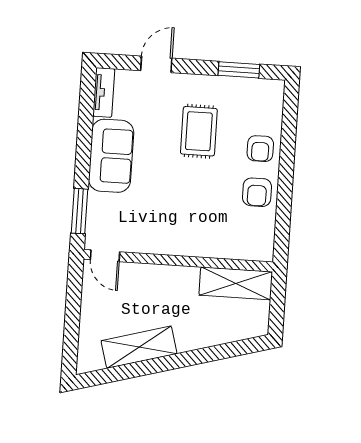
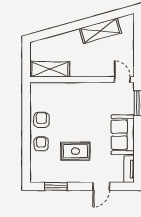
rug: (199, 131) -> (75, 151), turned 90

